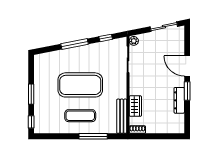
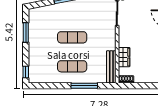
exercise mat: (80, 85) -> (72, 37), width x0.50, depth x0.69
window: (31, 94) -> (26, 32), moved

